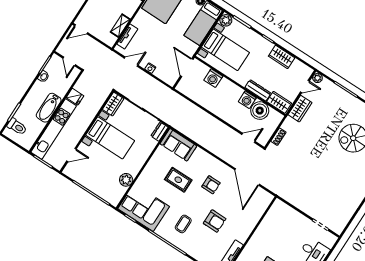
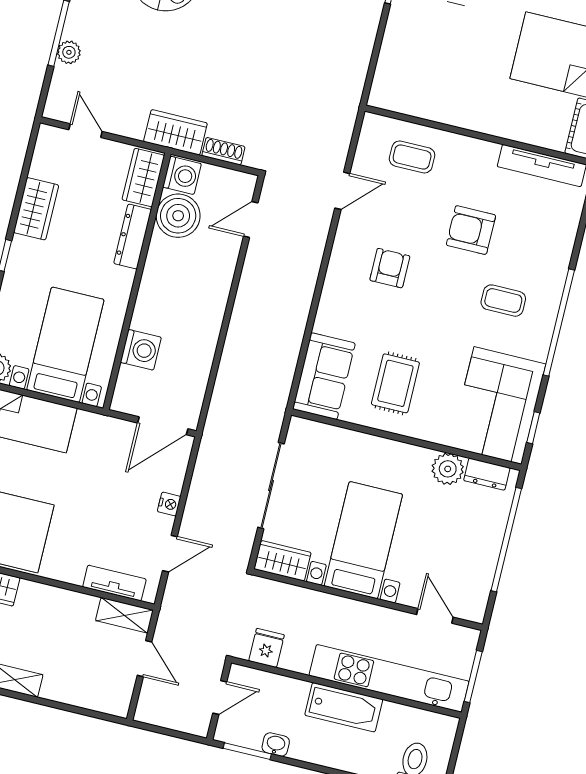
shelving: (120, 26) -> (124, 615), moved
door: (81, 29) -> (144, 659), moved
door: (131, 62) -> (170, 554), swing flipped
door: (187, 68) -> (163, 426), moved
plant: (317, 78) -> (69, 52), moved
fridge: (75, 97) -> (267, 648), moved
washing machine: (247, 100) -> (182, 175), moved
wardrobe: (300, 109) -> (175, 132), moved
dresser: (159, 132) -> (487, 474), moved
door: (248, 138) -> (251, 219), hinge flipped
door: (247, 177) -> (342, 191), width x0.53
rug: (178, 180) -> (395, 383), moved
coffee table: (251, 208) -> (412, 157), added
armchair: (215, 221) -> (471, 230), turned -90

